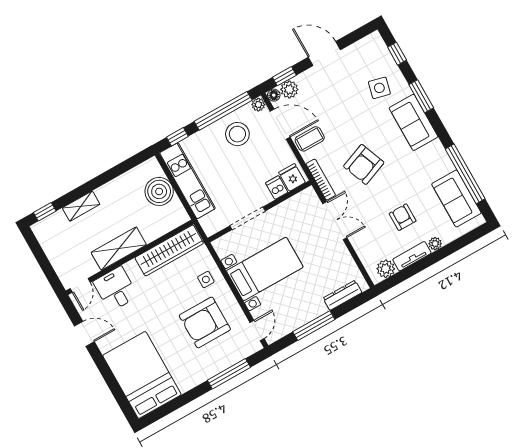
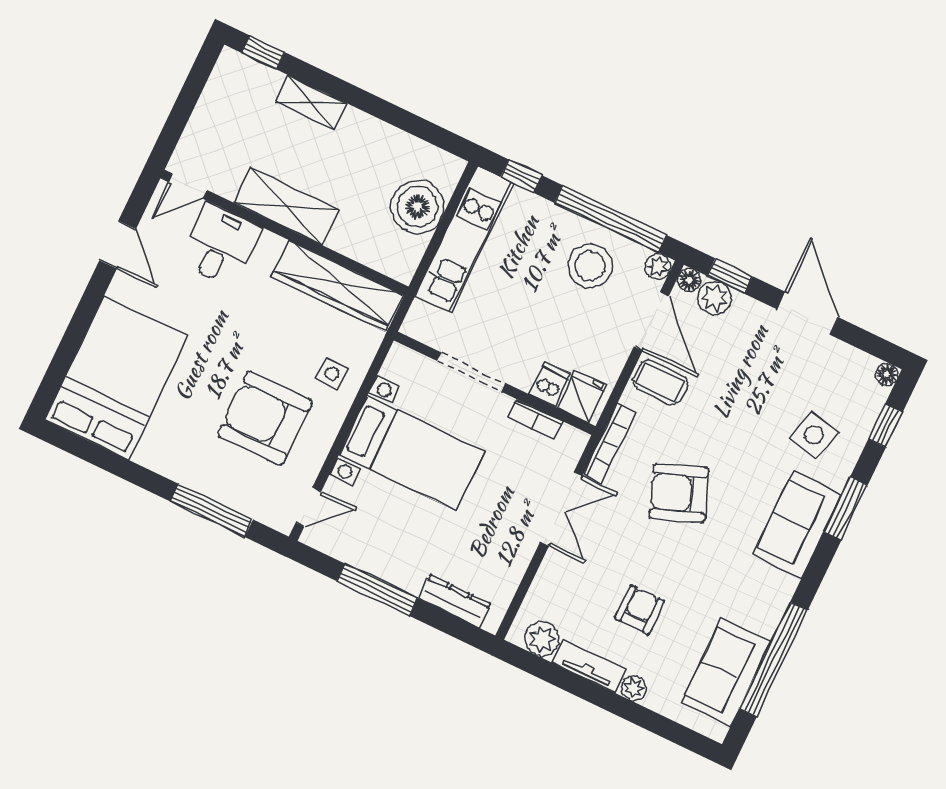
floor lamp: (375, 38) -> (887, 374), added
bookcase: (288, 205) -> (535, 419), added

